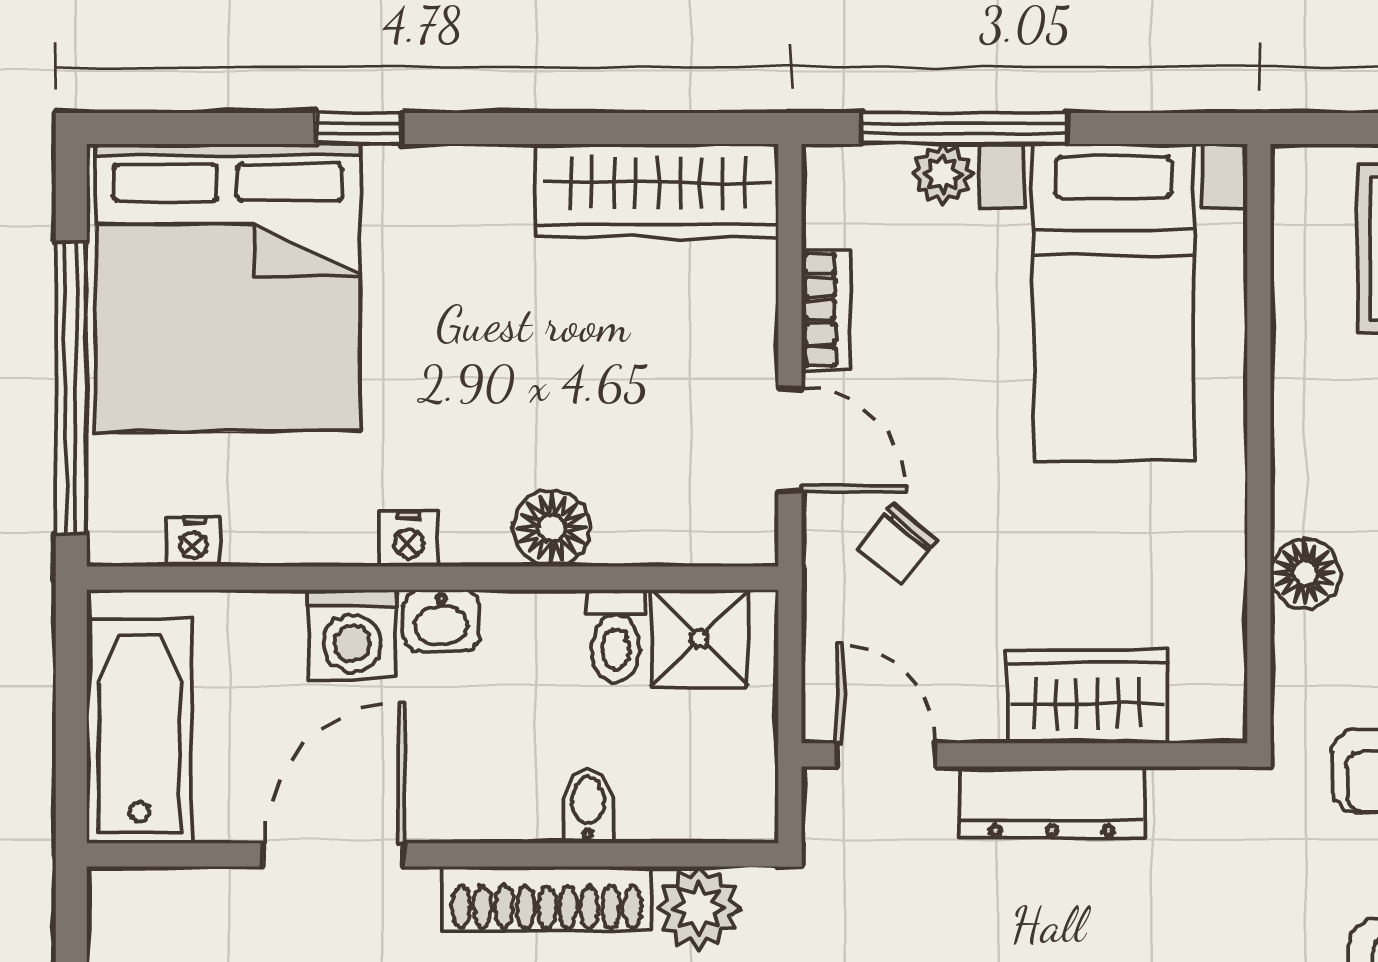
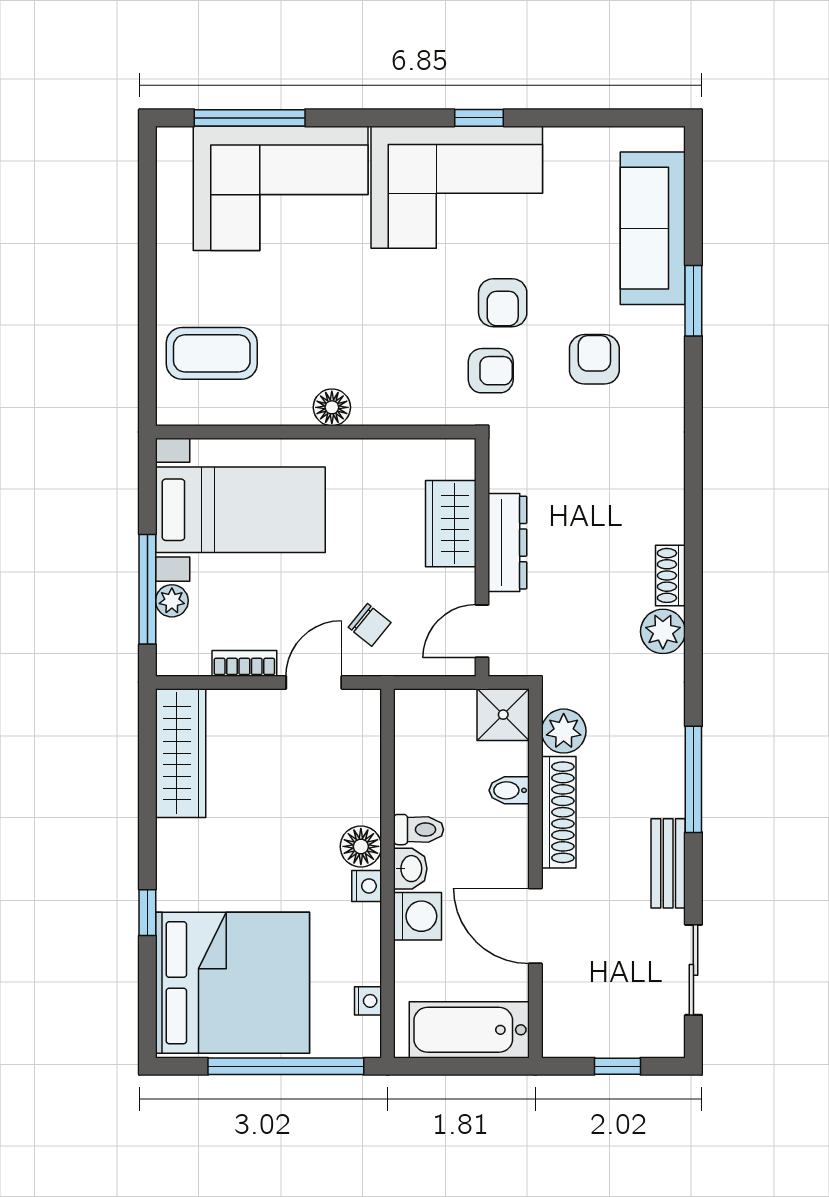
floor lamp: (552, 528) -> (361, 846), moved
floor lamp: (1305, 573) -> (332, 407), moved
toilet: (616, 636) -> (419, 830), moved
shower: (699, 638) -> (503, 715), moved

